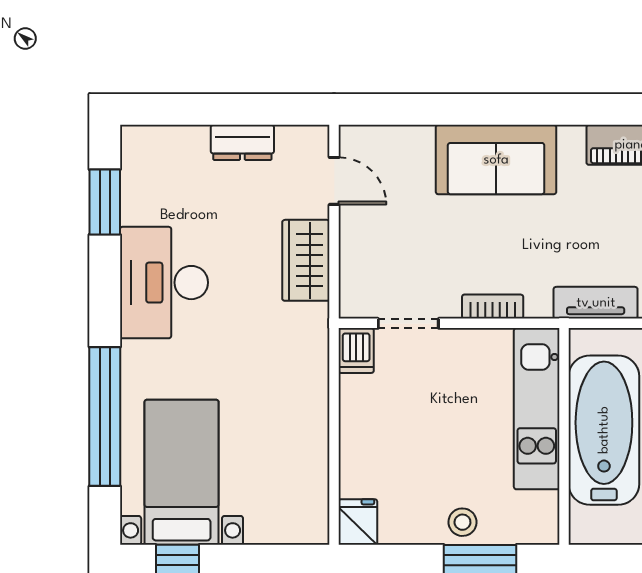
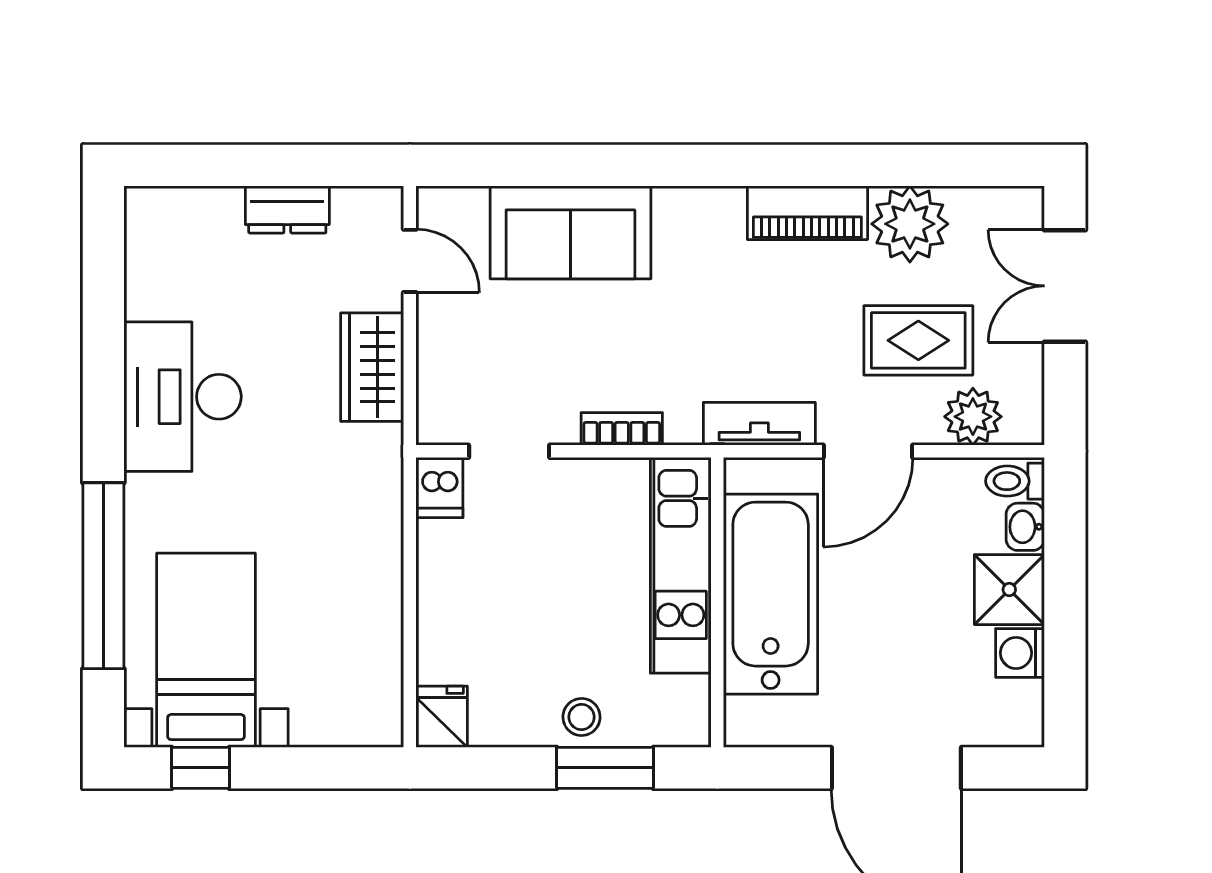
sofa: (496, 160) -> (570, 232), moved
window: (105, 202) -> (103, 289), removed

